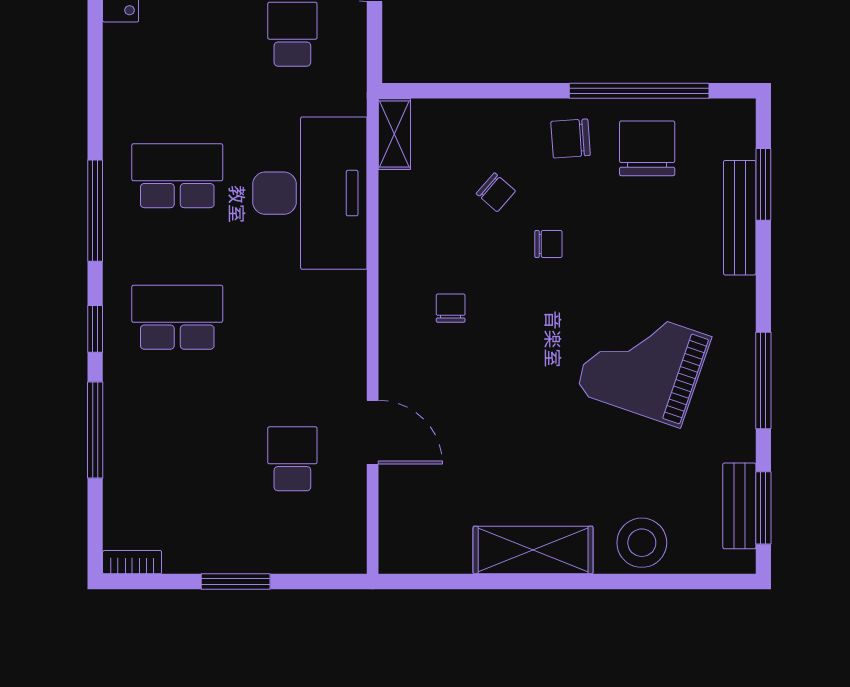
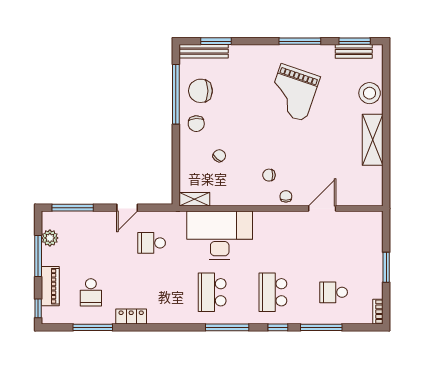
bench: (740, 218) -> (204, 51), moved
chair: (548, 244) -> (286, 196), moved
school desk: (292, 459) -> (334, 292), moved

